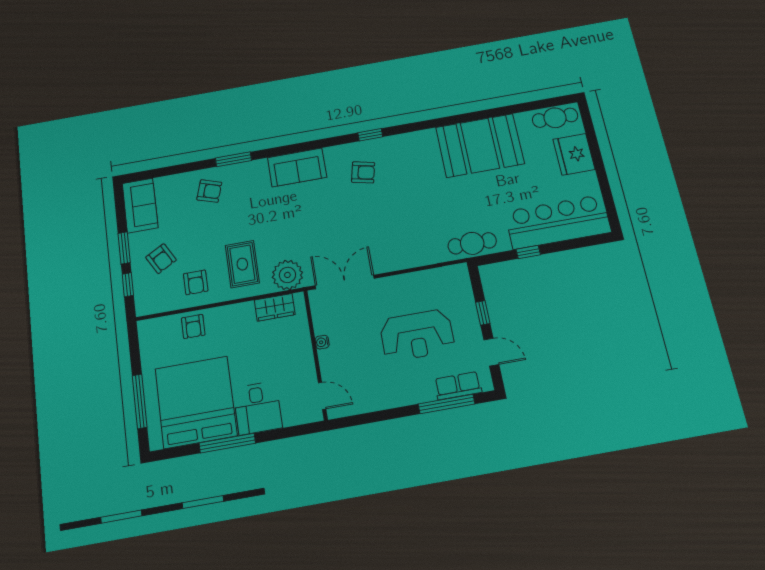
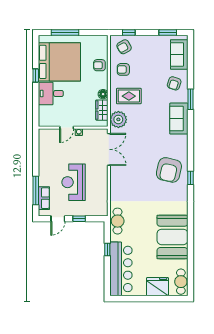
sofa: (297, 167) -> (179, 119), moved
armchair: (363, 172) -> (169, 170), width x1.88, depth x1.88
sofa: (140, 206) -> (179, 54), moved, turned 90
window: (124, 248) -> (168, 33), moved
armchair: (161, 259) -> (124, 47), moved
floor lamp: (245, 310) -> (103, 94), added
door: (322, 396) -> (67, 128), moved
window: (227, 443) -> (36, 76), width x0.46

